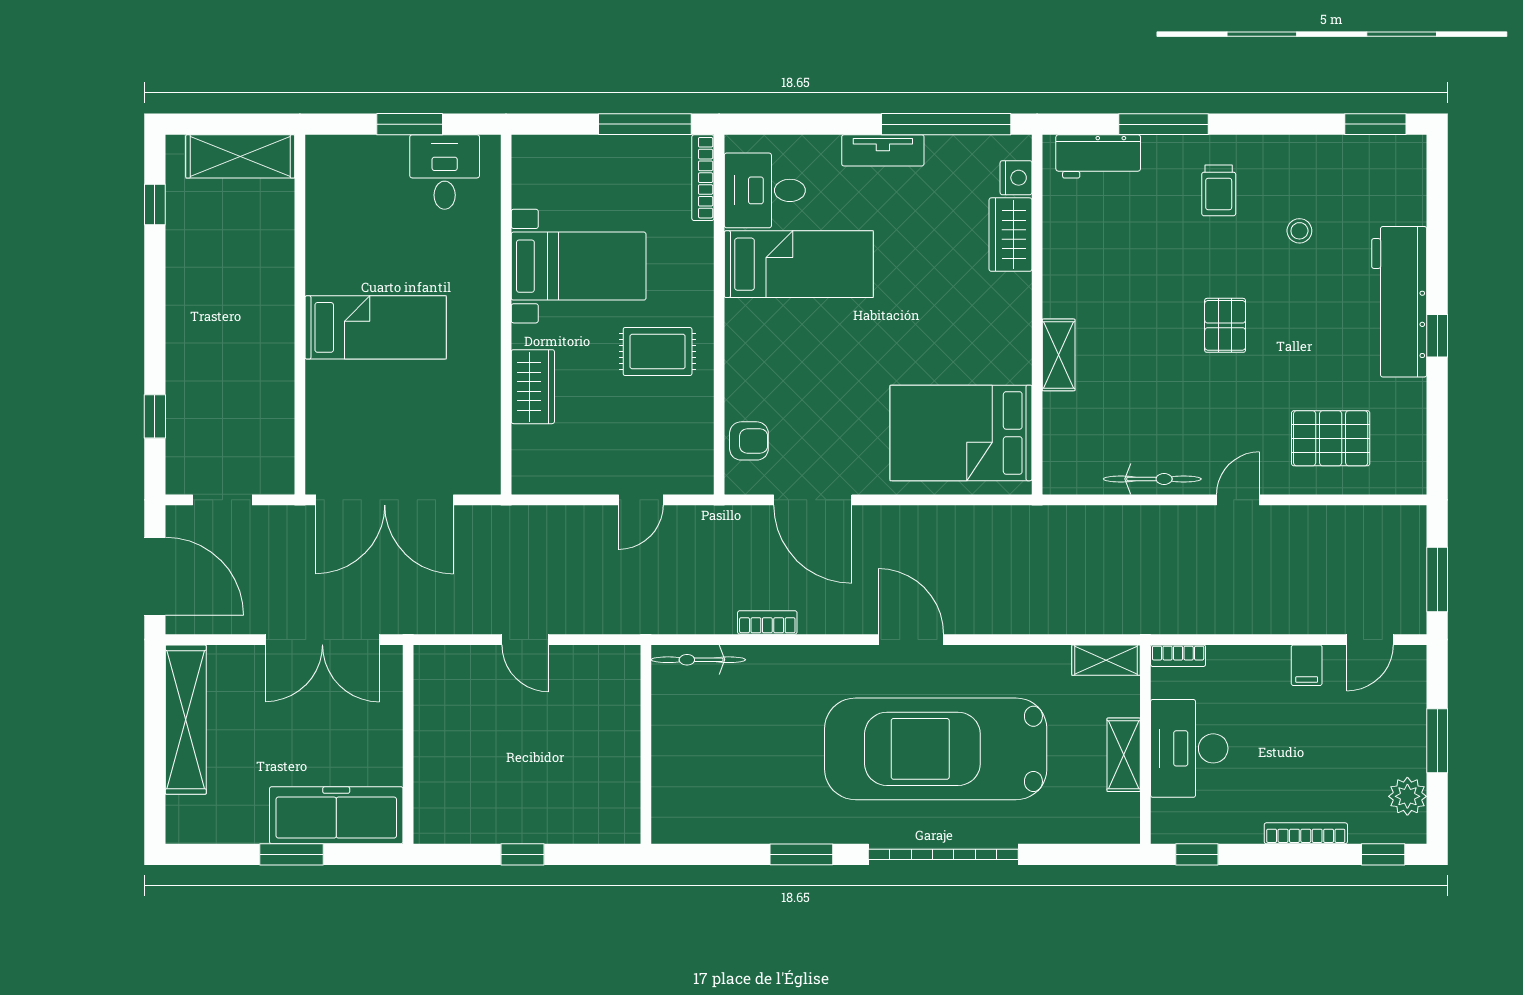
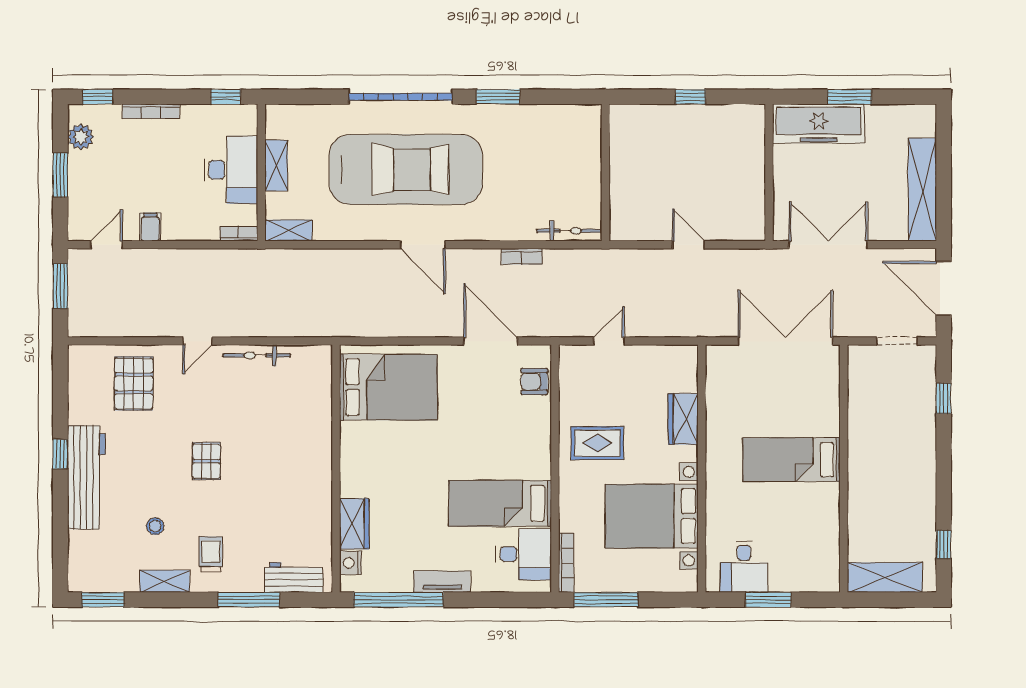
bed with nightstands: (579, 266) -> (652, 516), width x1.36
shelving: (1059, 355) -> (165, 581), moved, turned 90
pallet: (1331, 438) -> (134, 383), turned 90

